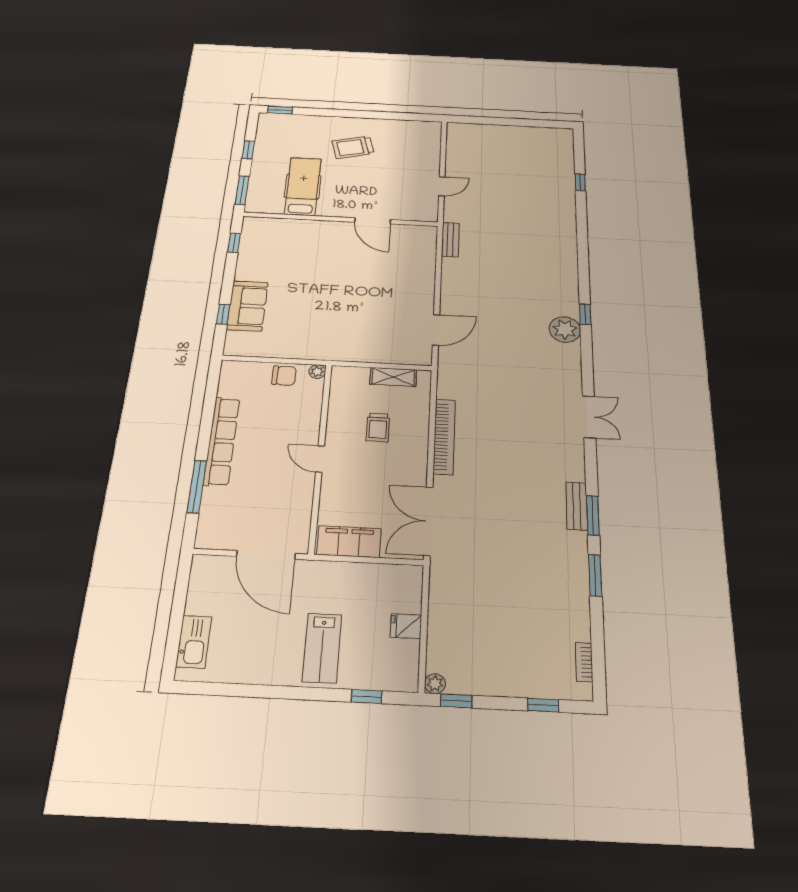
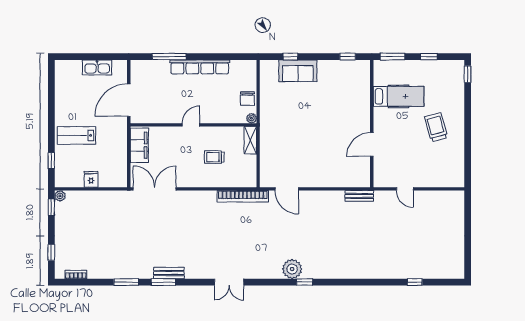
shelving: (393, 377) -> (250, 140), moved
bookcase: (444, 436) -> (243, 196), moved
kitchen sink: (194, 642) -> (97, 67), moved

